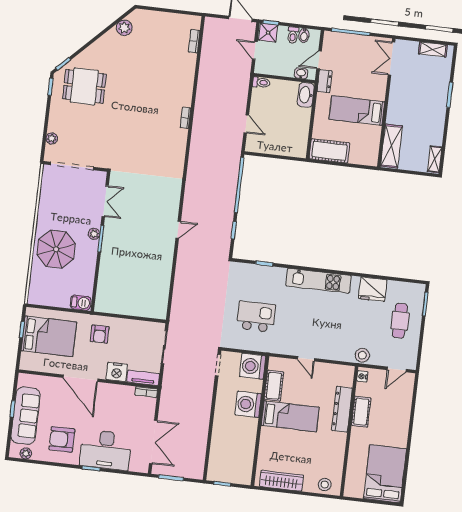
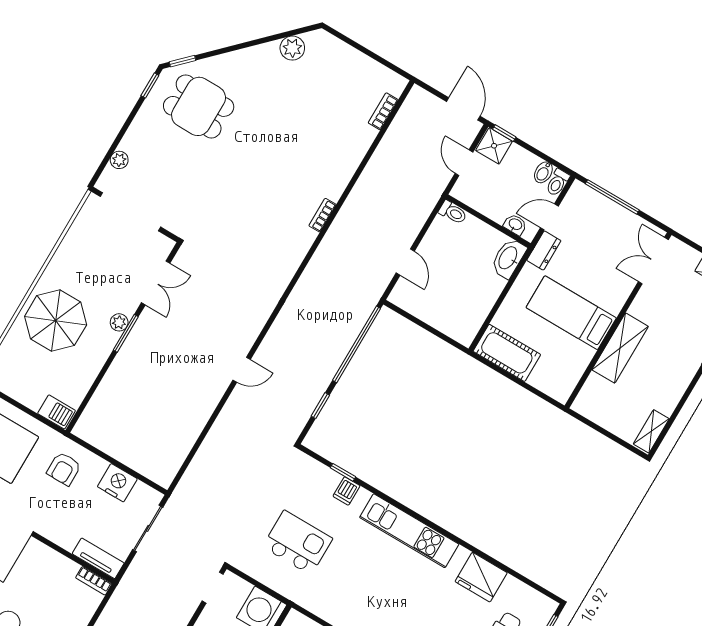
toilet: (293, 35) -> (557, 183), moved
shelving: (391, 146) -> (620, 348), moved
dishwasher: (271, 274) -> (347, 491), added
nightstand: (117, 372) -> (117, 483), moved, turned 180

